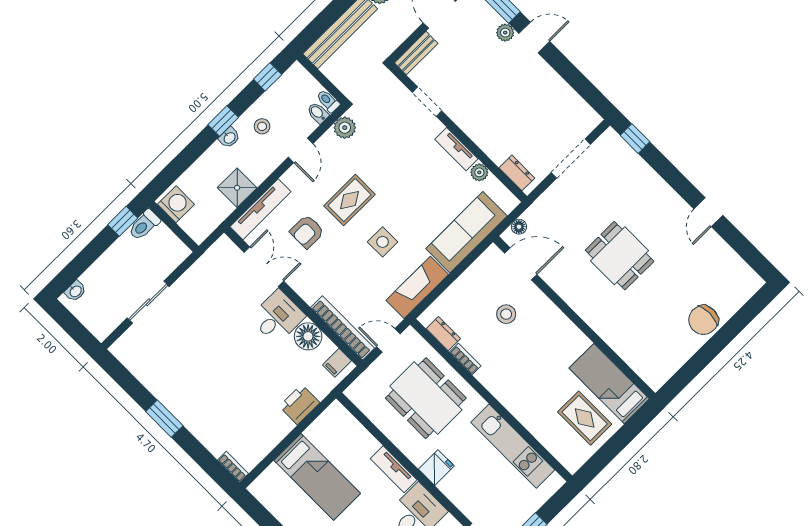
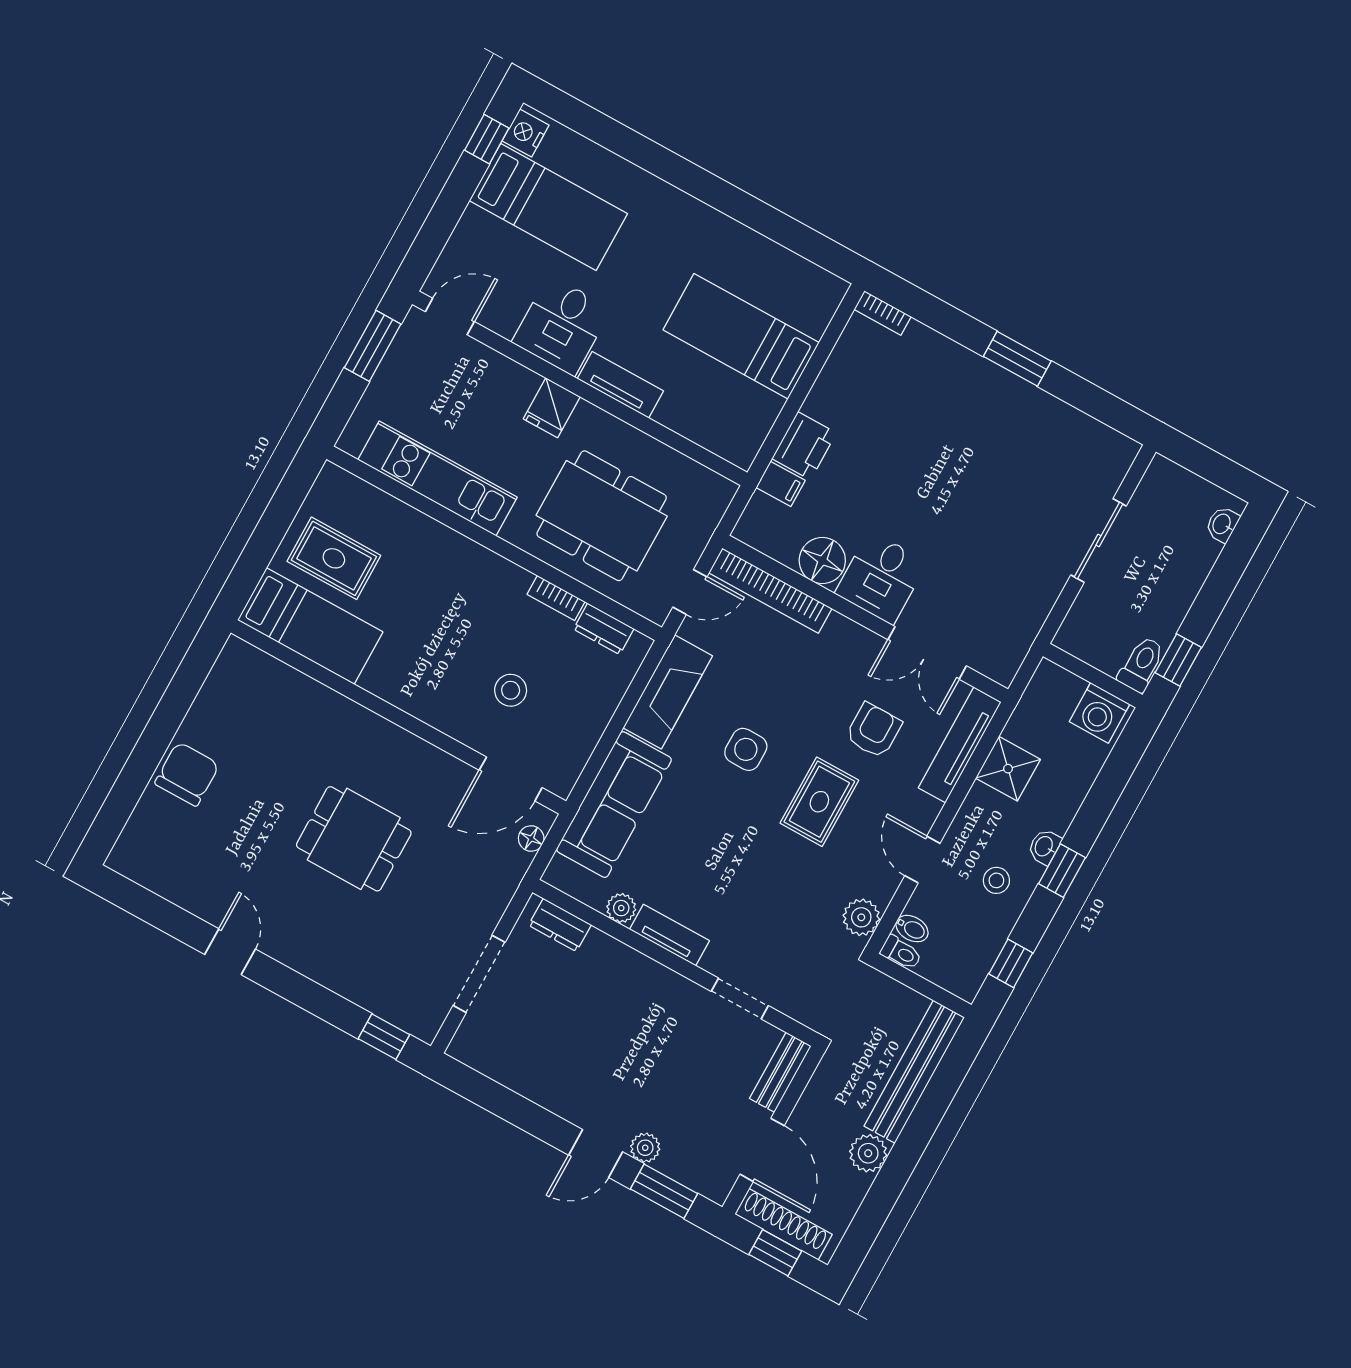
filing cabinet: (337, 363) -> (781, 484), moved, turned 90

